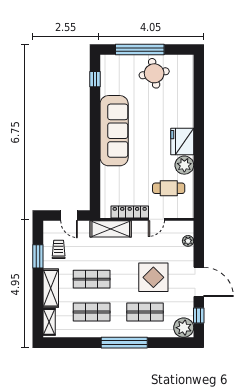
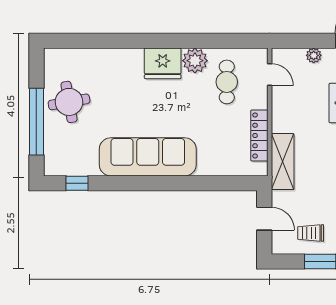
door: (69, 216) -> (264, 219), hinge flipped
door: (156, 219) -> (270, 74), moved
plant: (188, 241) -> (314, 55), moved

